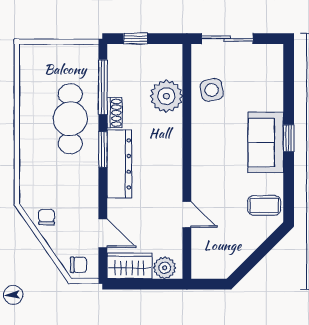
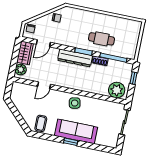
side table: (212, 90) -> (75, 103), moved
plant: (166, 96) -> (117, 90), moved
cafe table: (70, 119) -> (101, 39), width x0.73, depth x0.74
sofa: (266, 142) -> (76, 131), width x1.36

